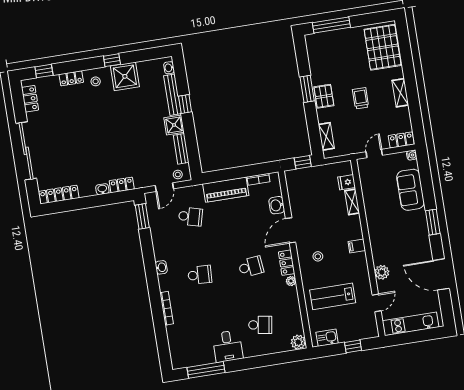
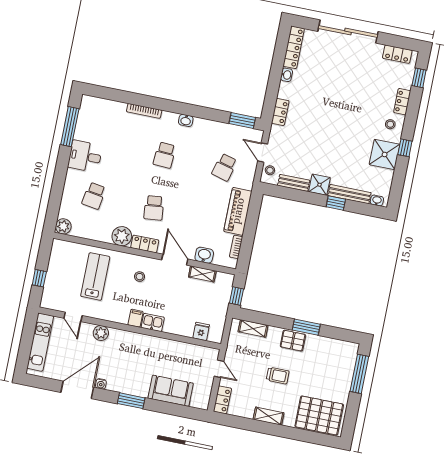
water cooler: (412, 155) -> (101, 384), moved
washbasin: (102, 189) -> (286, 75), moved
shelving: (352, 202) -> (202, 274), moved
plant: (291, 281) -> (122, 236), width x1.88, depth x1.88
kitchen sink: (327, 338) -> (153, 322), moved, turned -90

